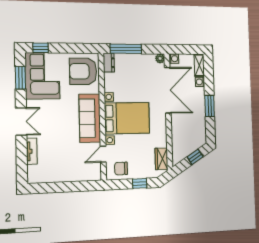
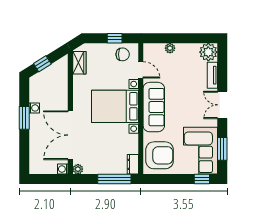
shelving: (199, 65) -> (34, 162), removed
washing machine: (200, 82) -> (34, 108), moved
door: (103, 154) -> (141, 70), hinge flipped
plant: (36, 174) -> (208, 52), added
plant: (75, 177) -> (170, 48), added
window: (140, 183) -> (115, 38), moved

